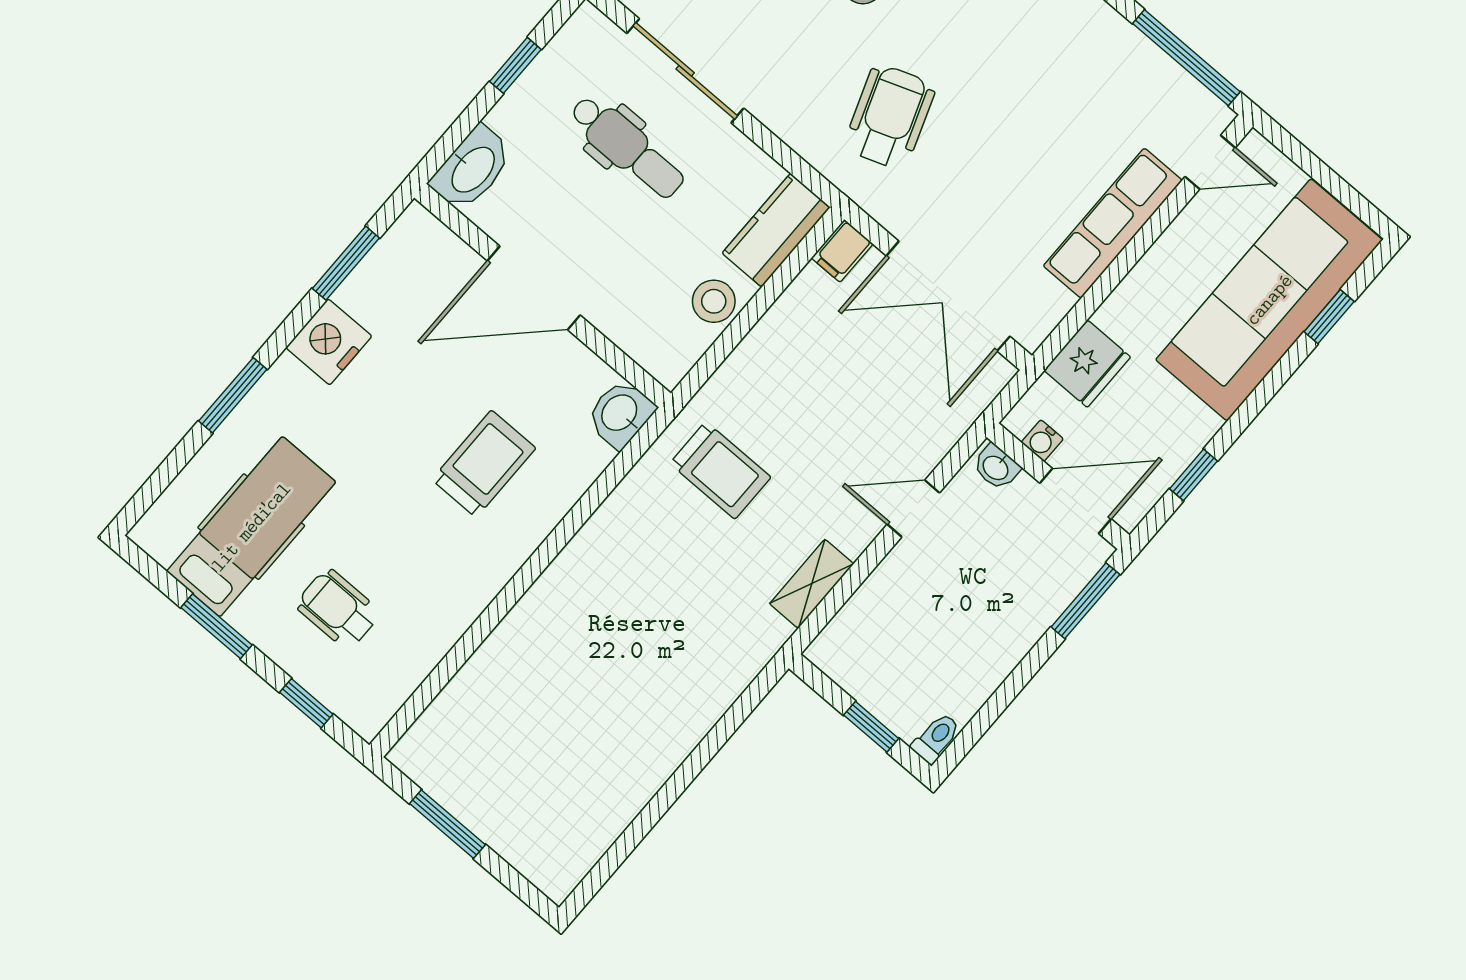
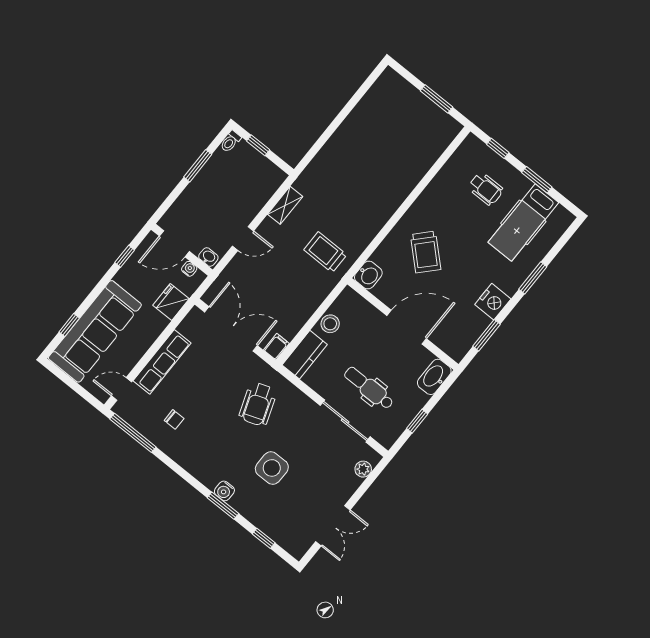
chair: (1088, 87) -> (174, 419), added
trolley: (484, 464) -> (426, 252), turned -47
window: (1085, 601) -> (198, 166), moved

